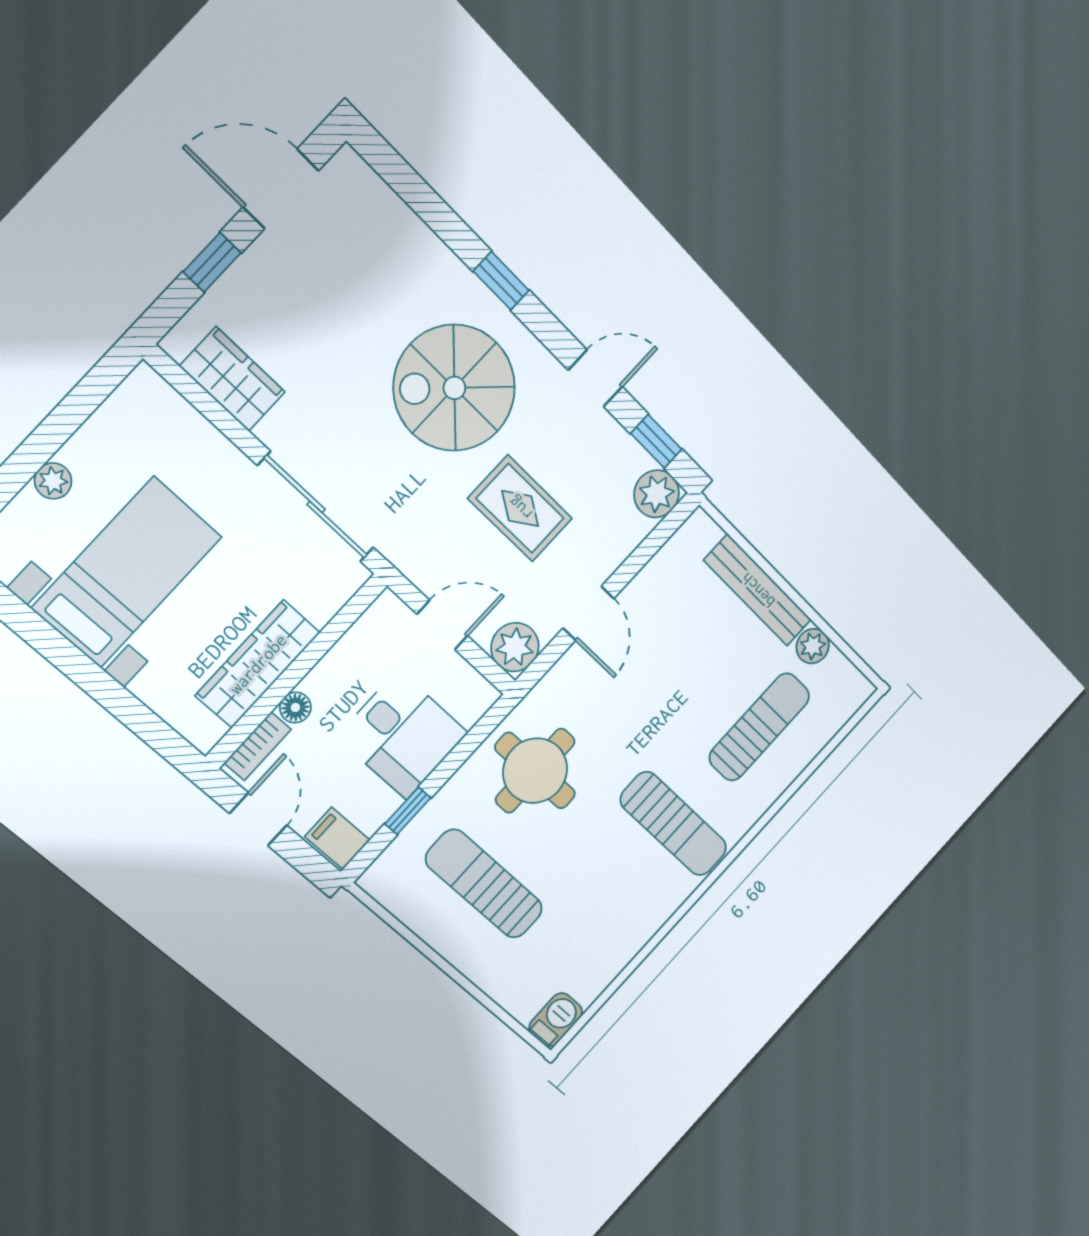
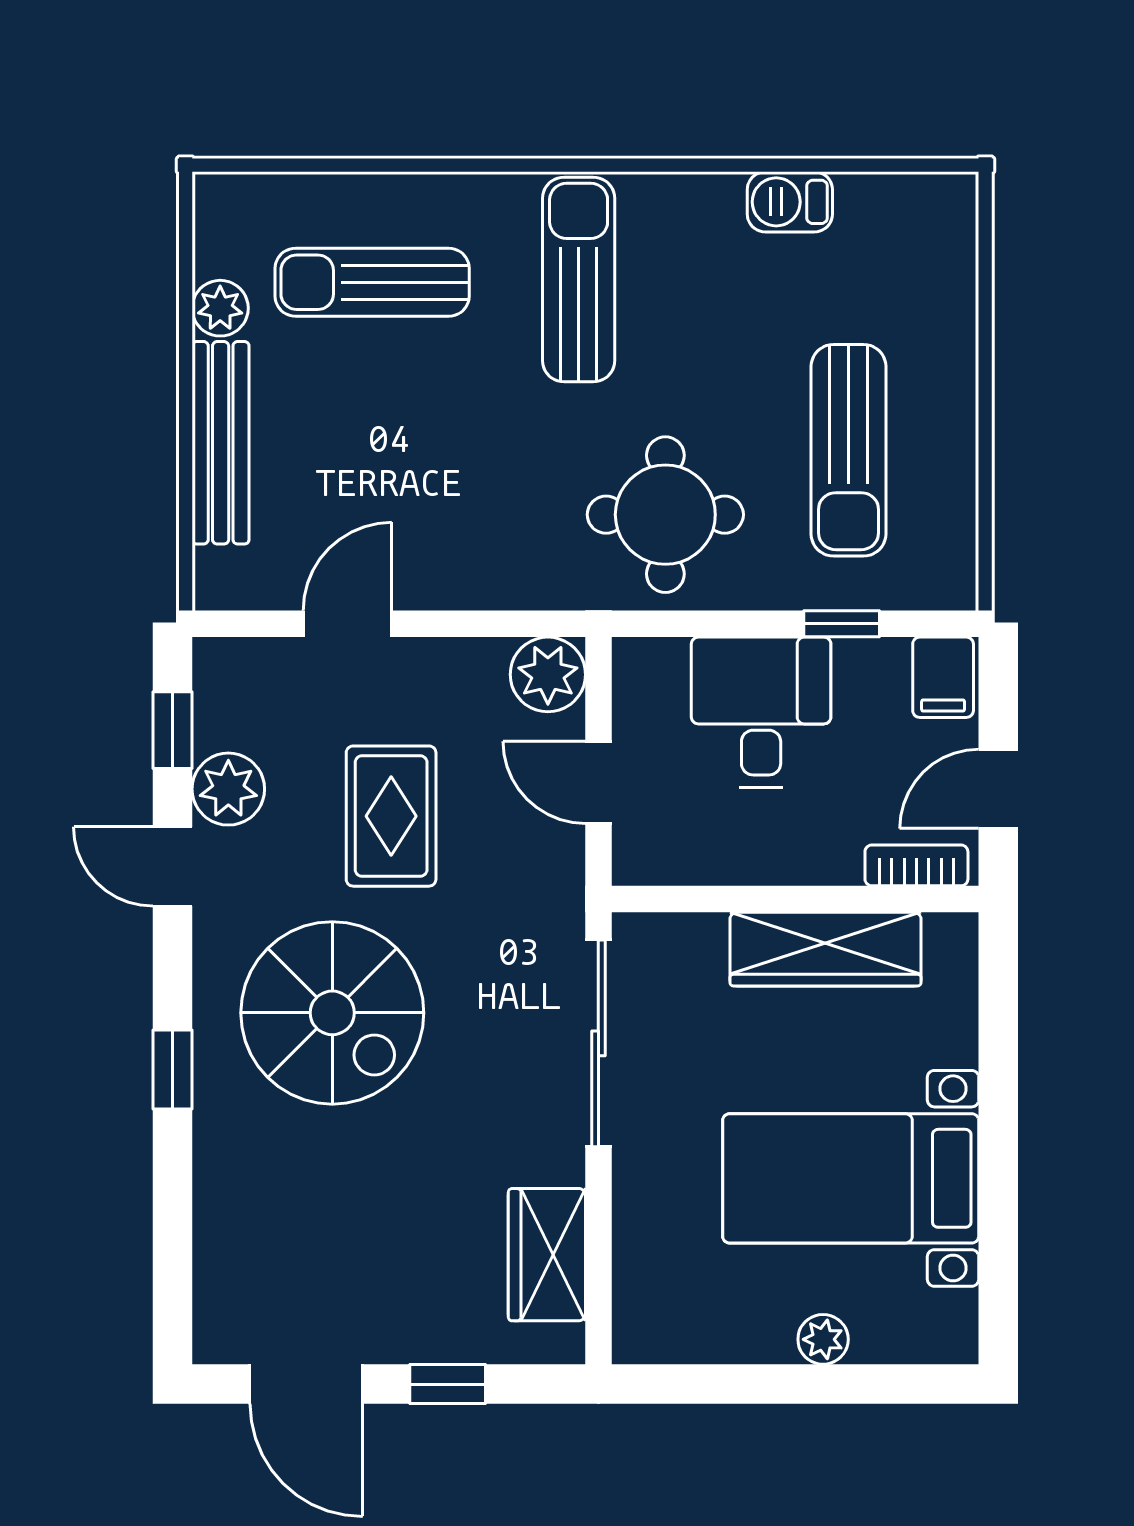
plant: (657, 494) -> (228, 789), moved
door: (589, 613) -> (348, 624), moved
floor lamp: (295, 708) -> (837, 863), removed
barbecue: (556, 1020) -> (790, 202), moved

